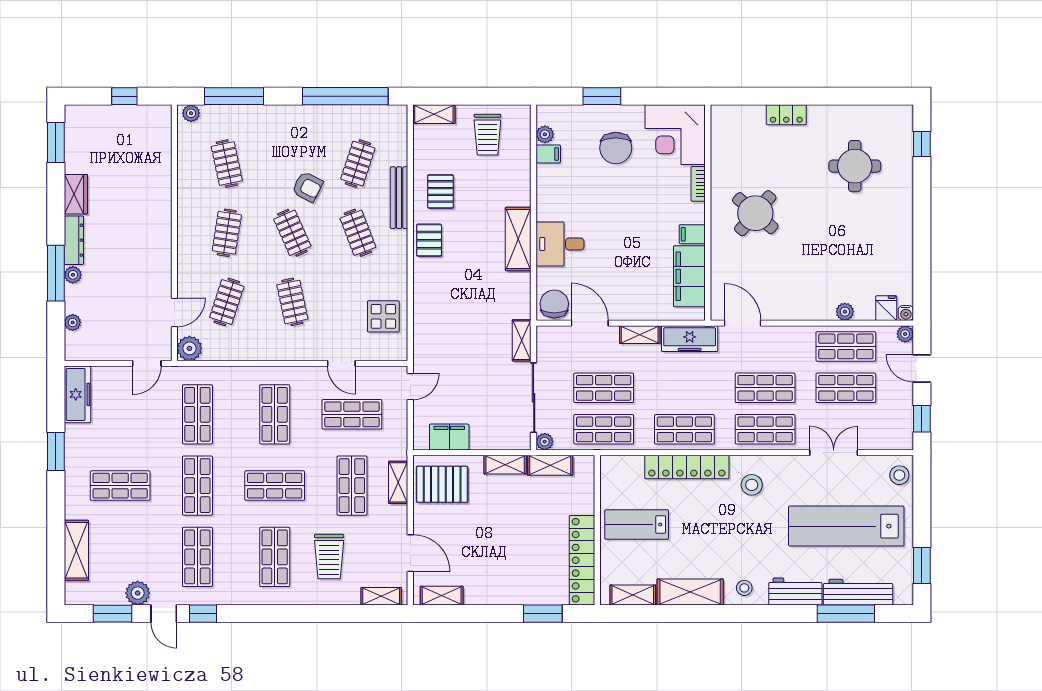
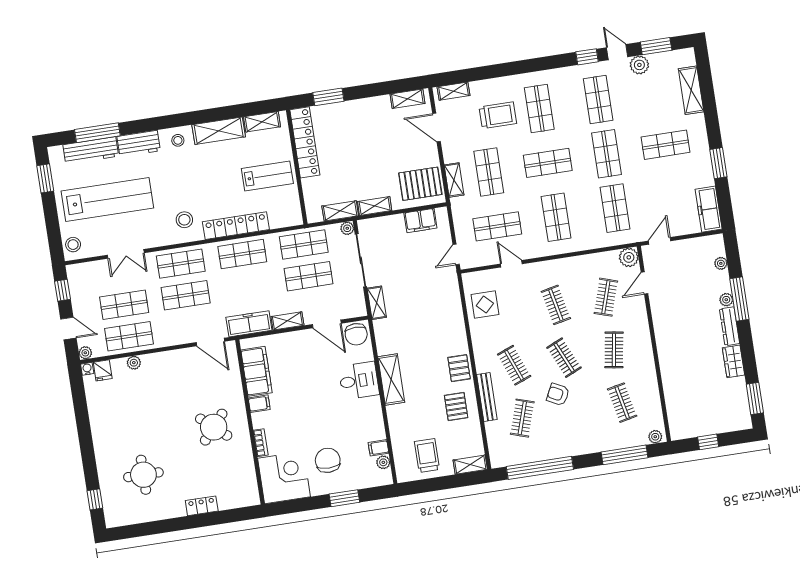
trolley: (329, 557) -> (498, 115), turned 90

